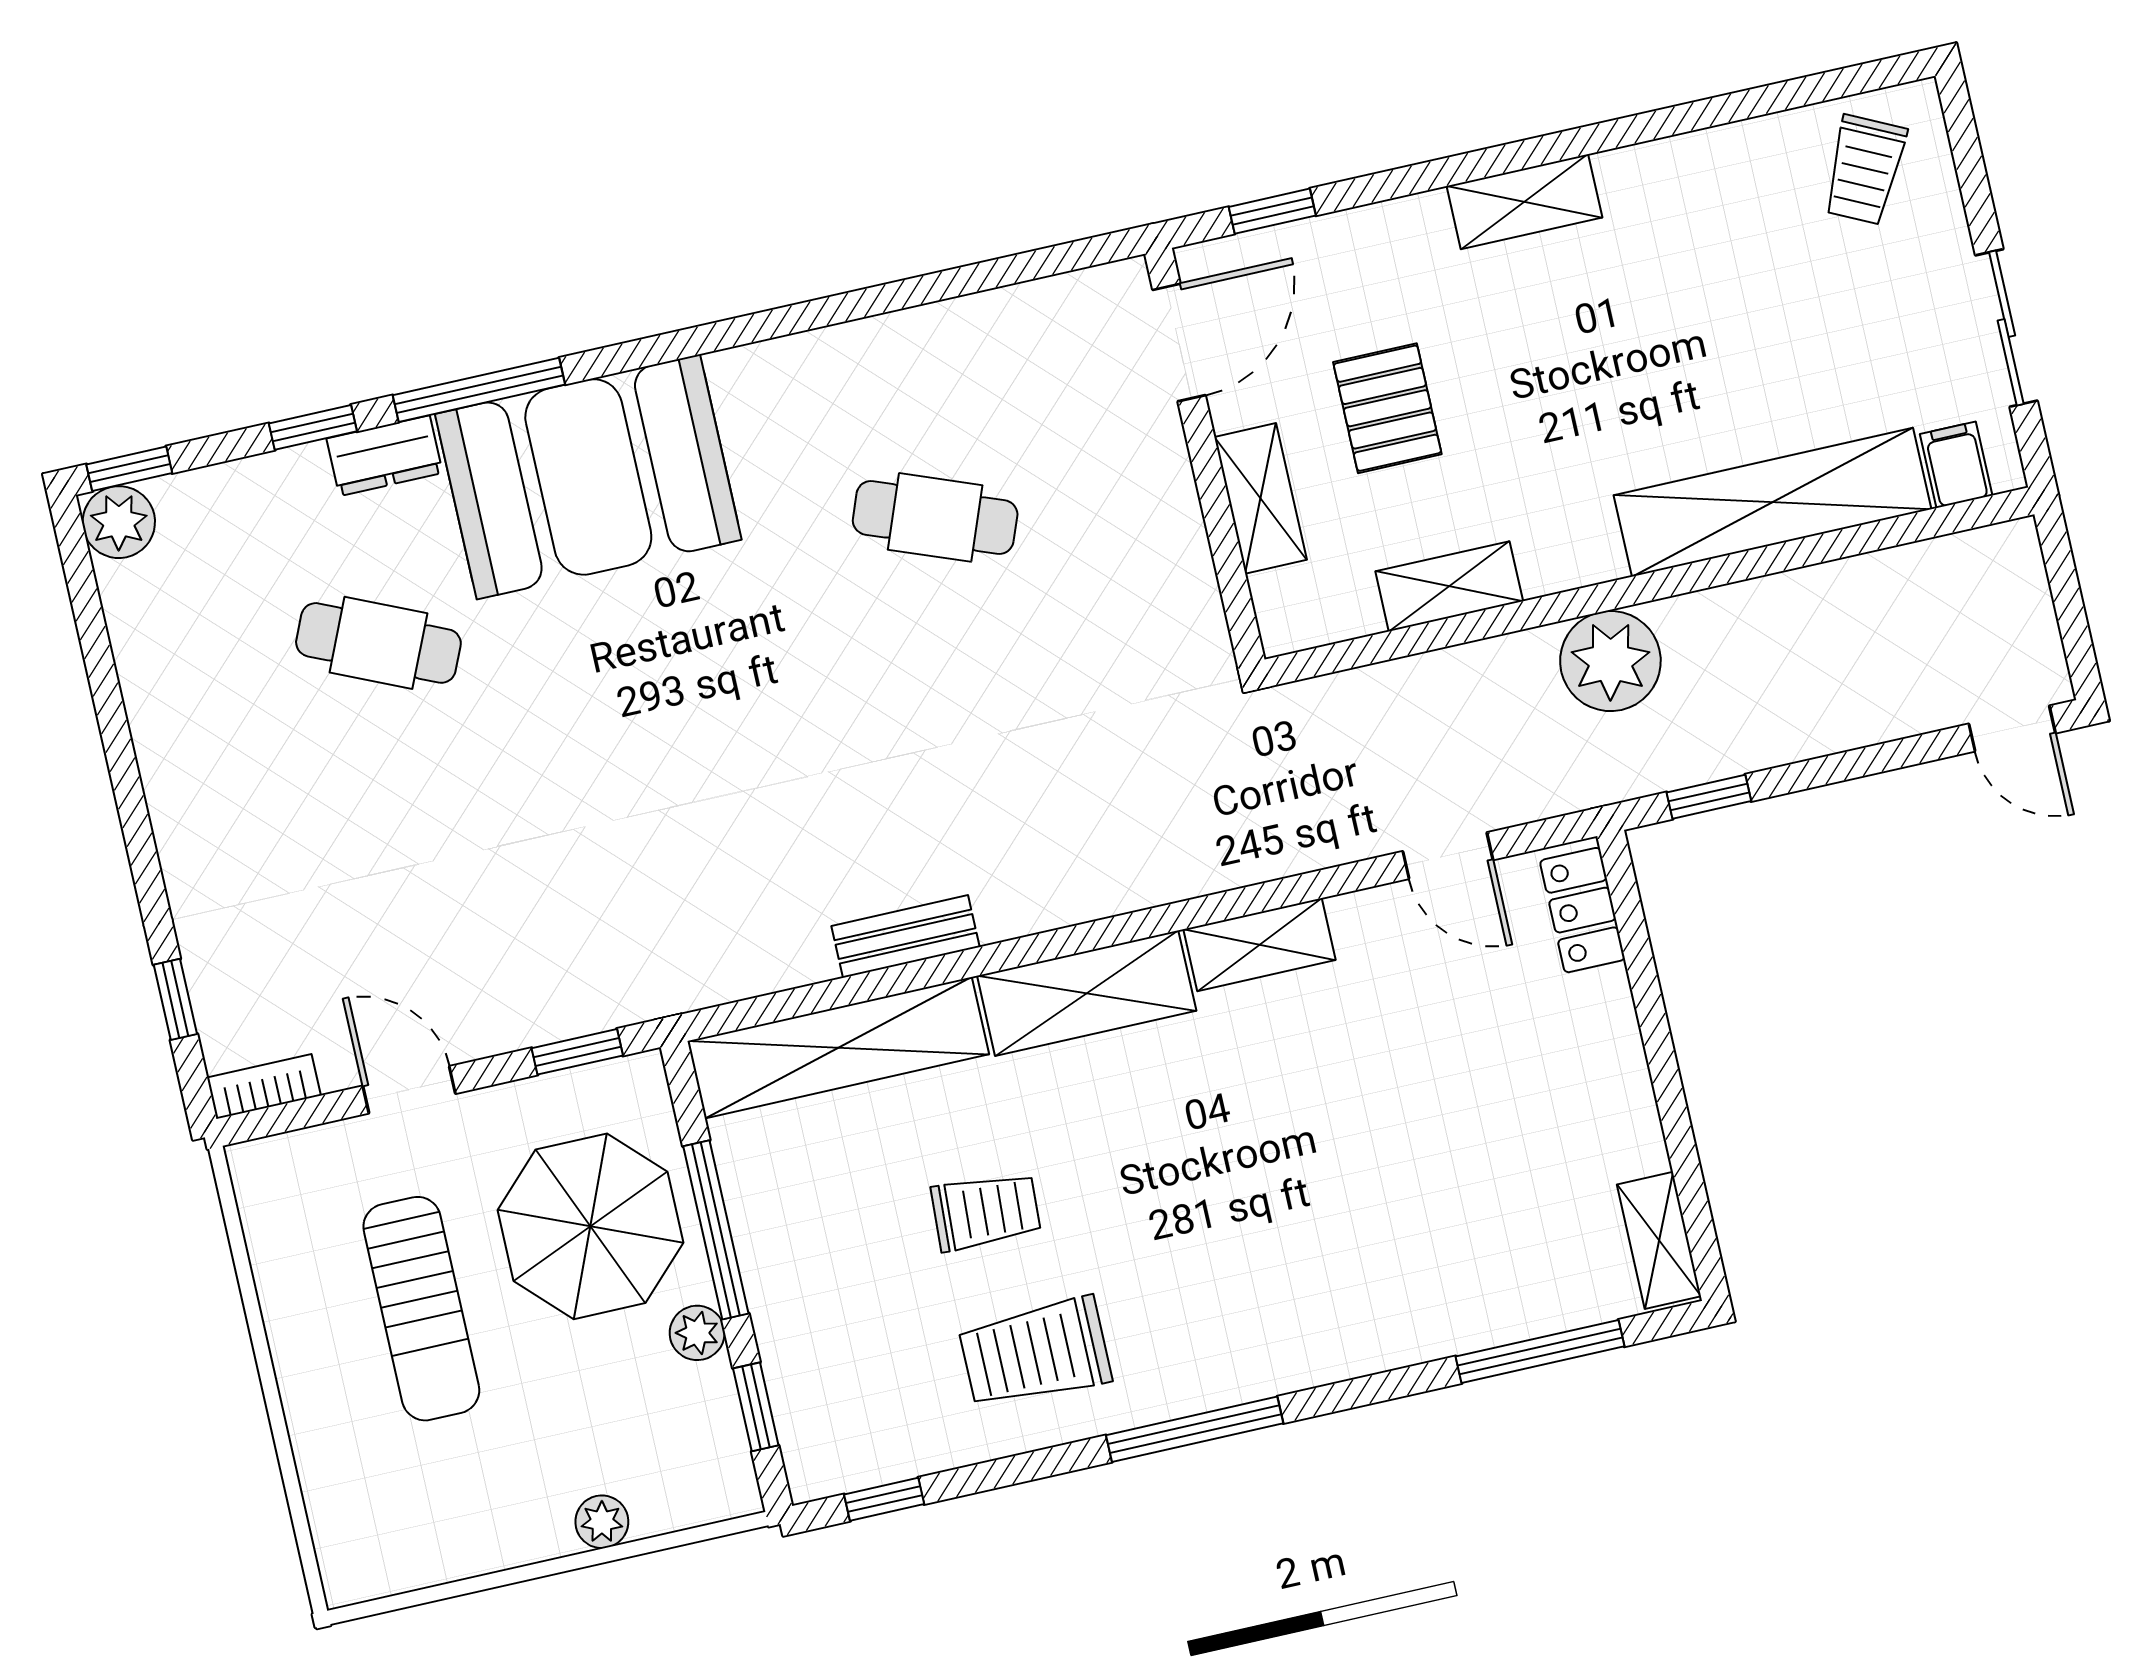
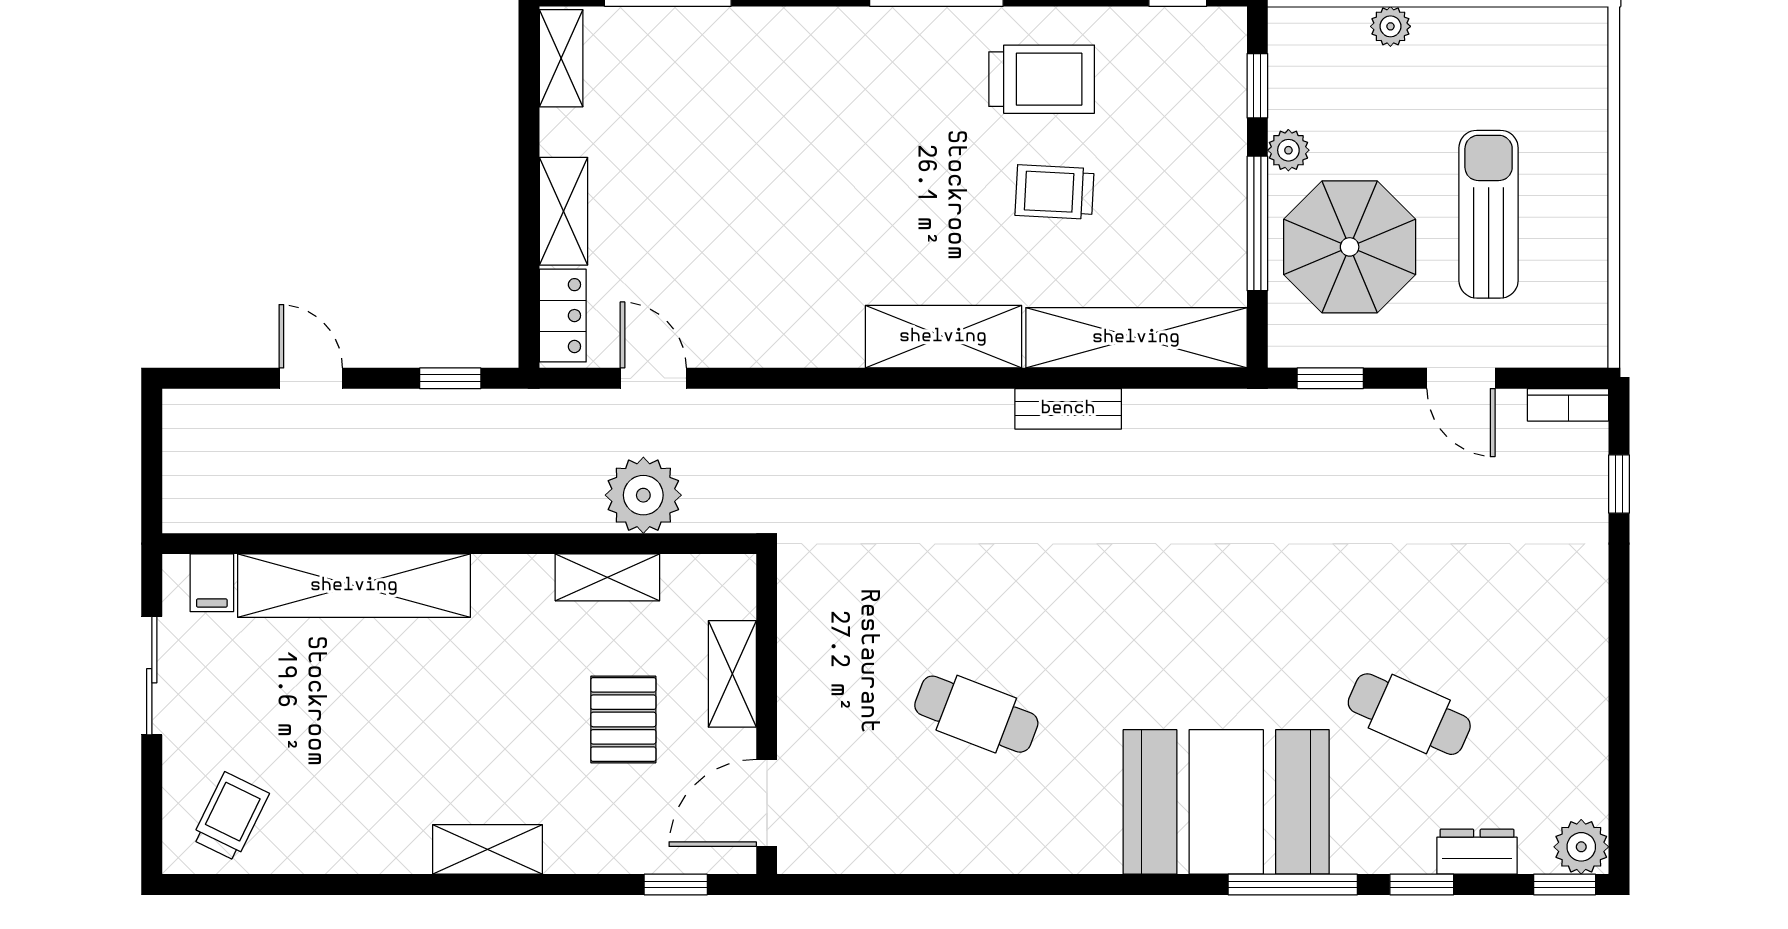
dresser: (385, 456) -> (1477, 852), moved
plant: (1610, 661) -> (643, 495), moved
door: (2012, 728) -> (311, 378), moved
shelving: (1260, 945) -> (563, 211), moved, turned 90

